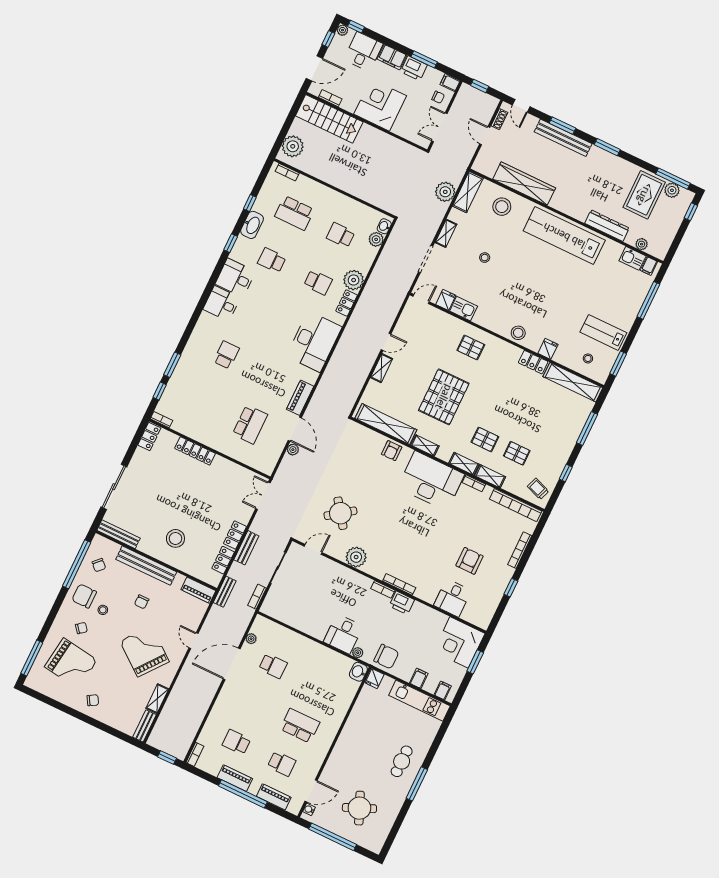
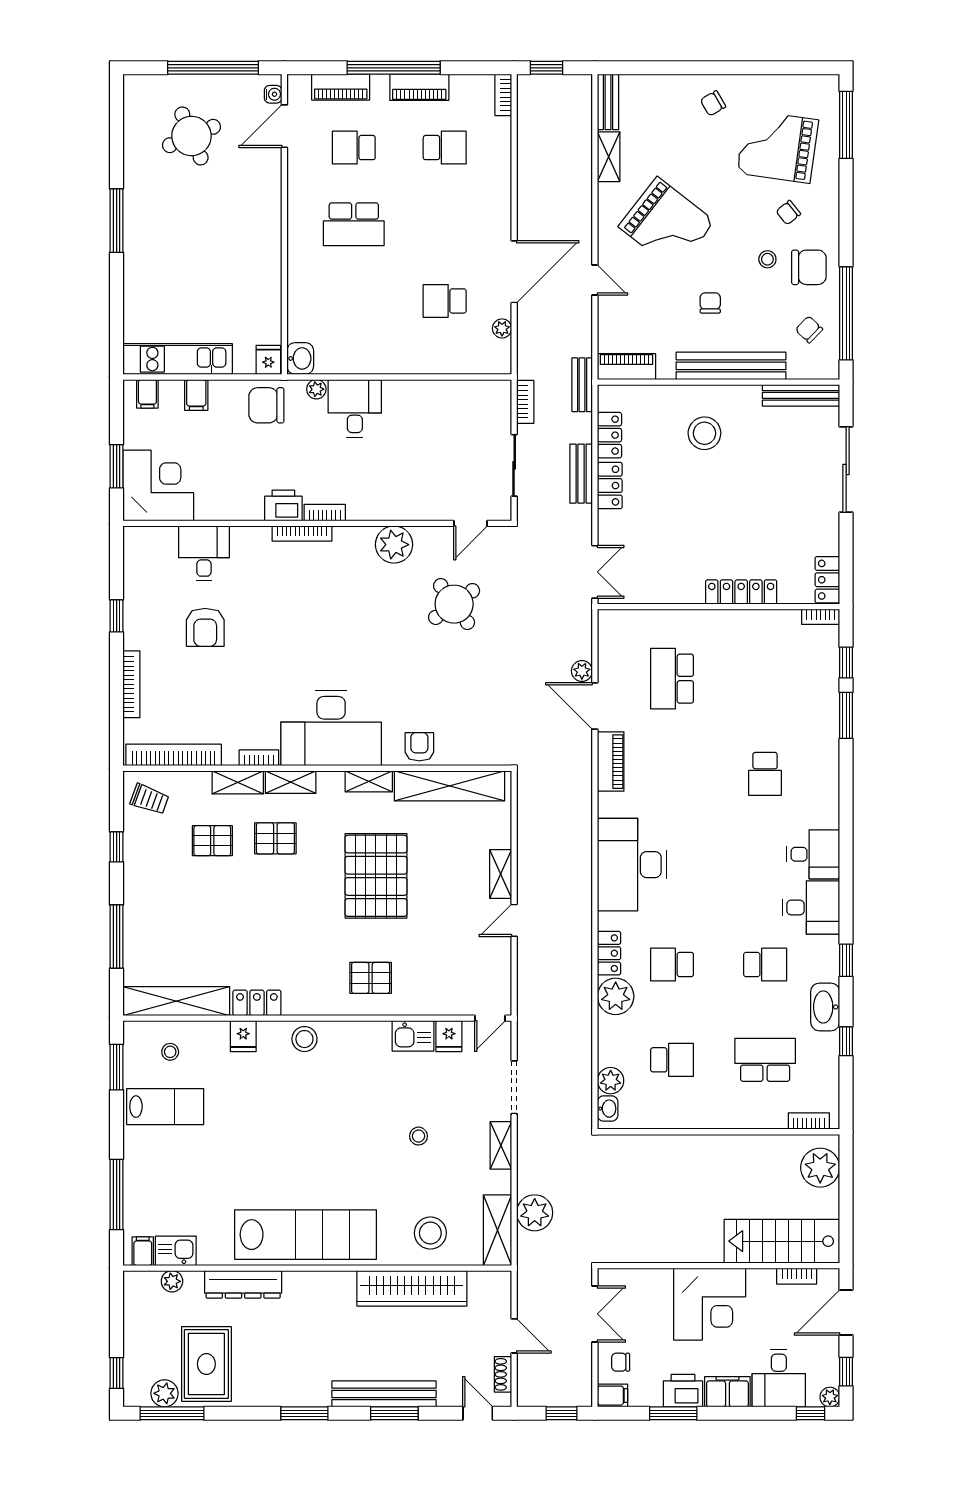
cafe table: (402, 761) -> (159, 246), removed

